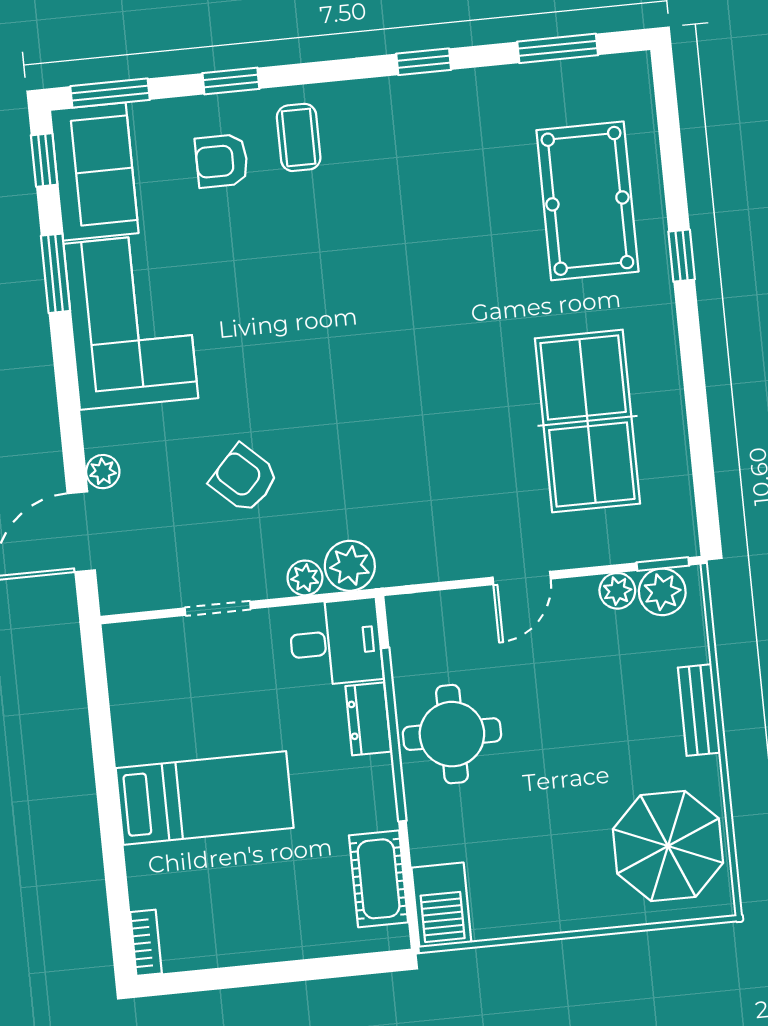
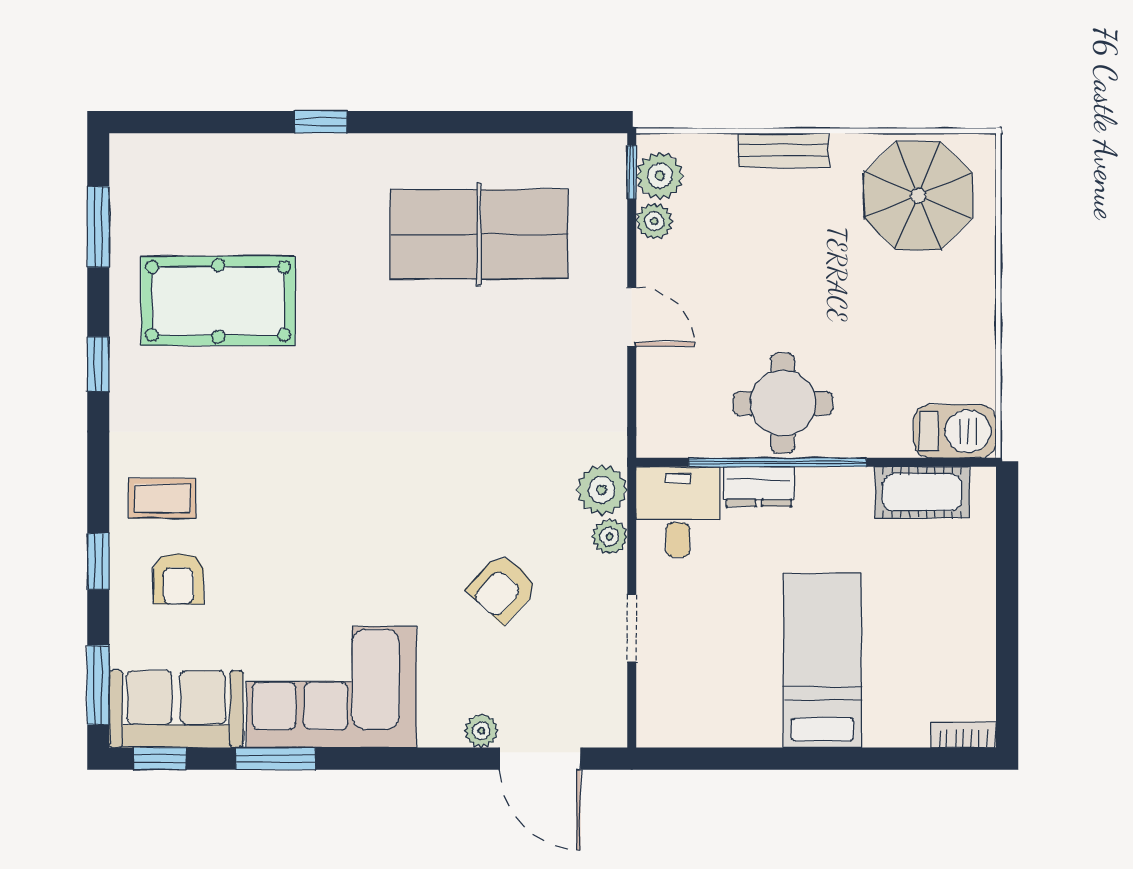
pool table: (587, 201) -> (218, 301), moved

